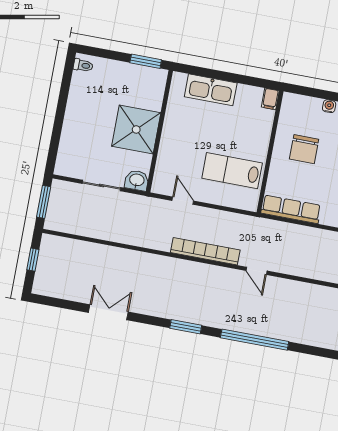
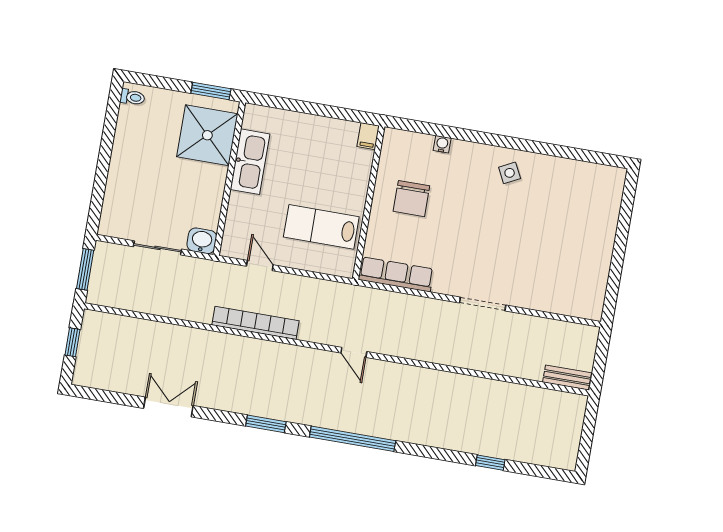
kitchen sink: (211, 90) -> (250, 162), moved, turned -90
shower: (136, 129) -> (207, 135), moved
bookcase: (205, 251) -> (256, 323), moved

